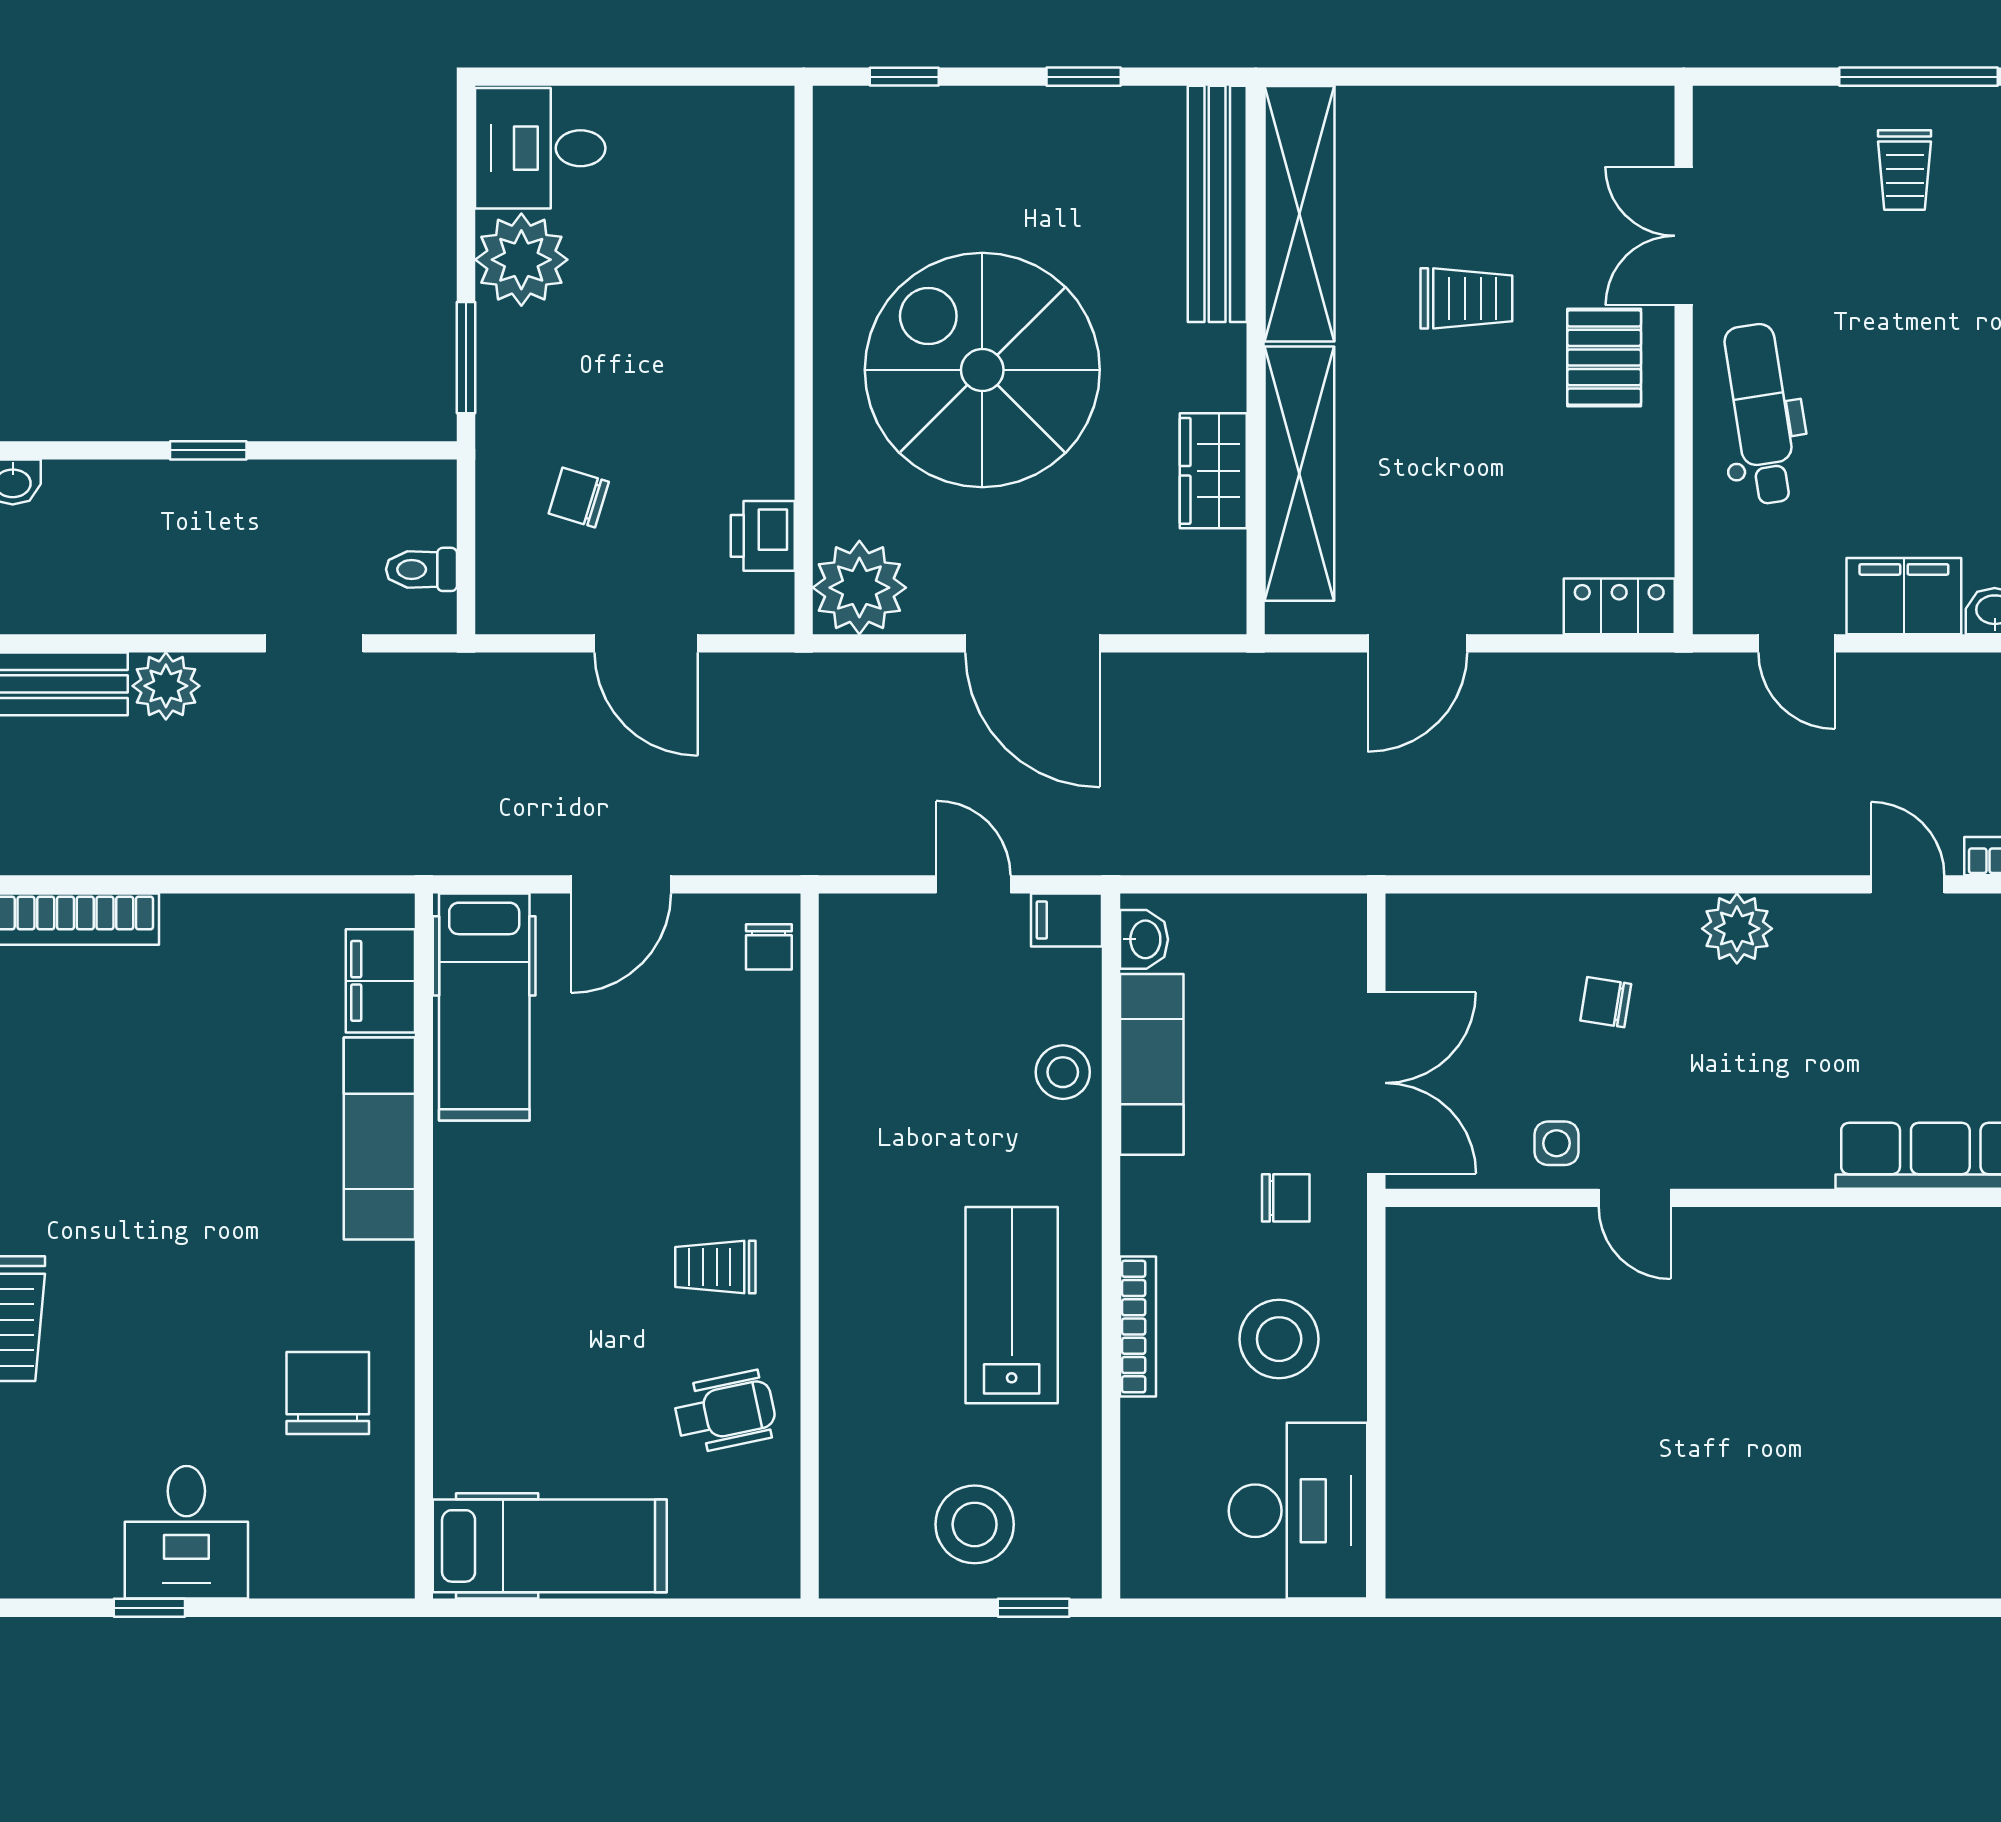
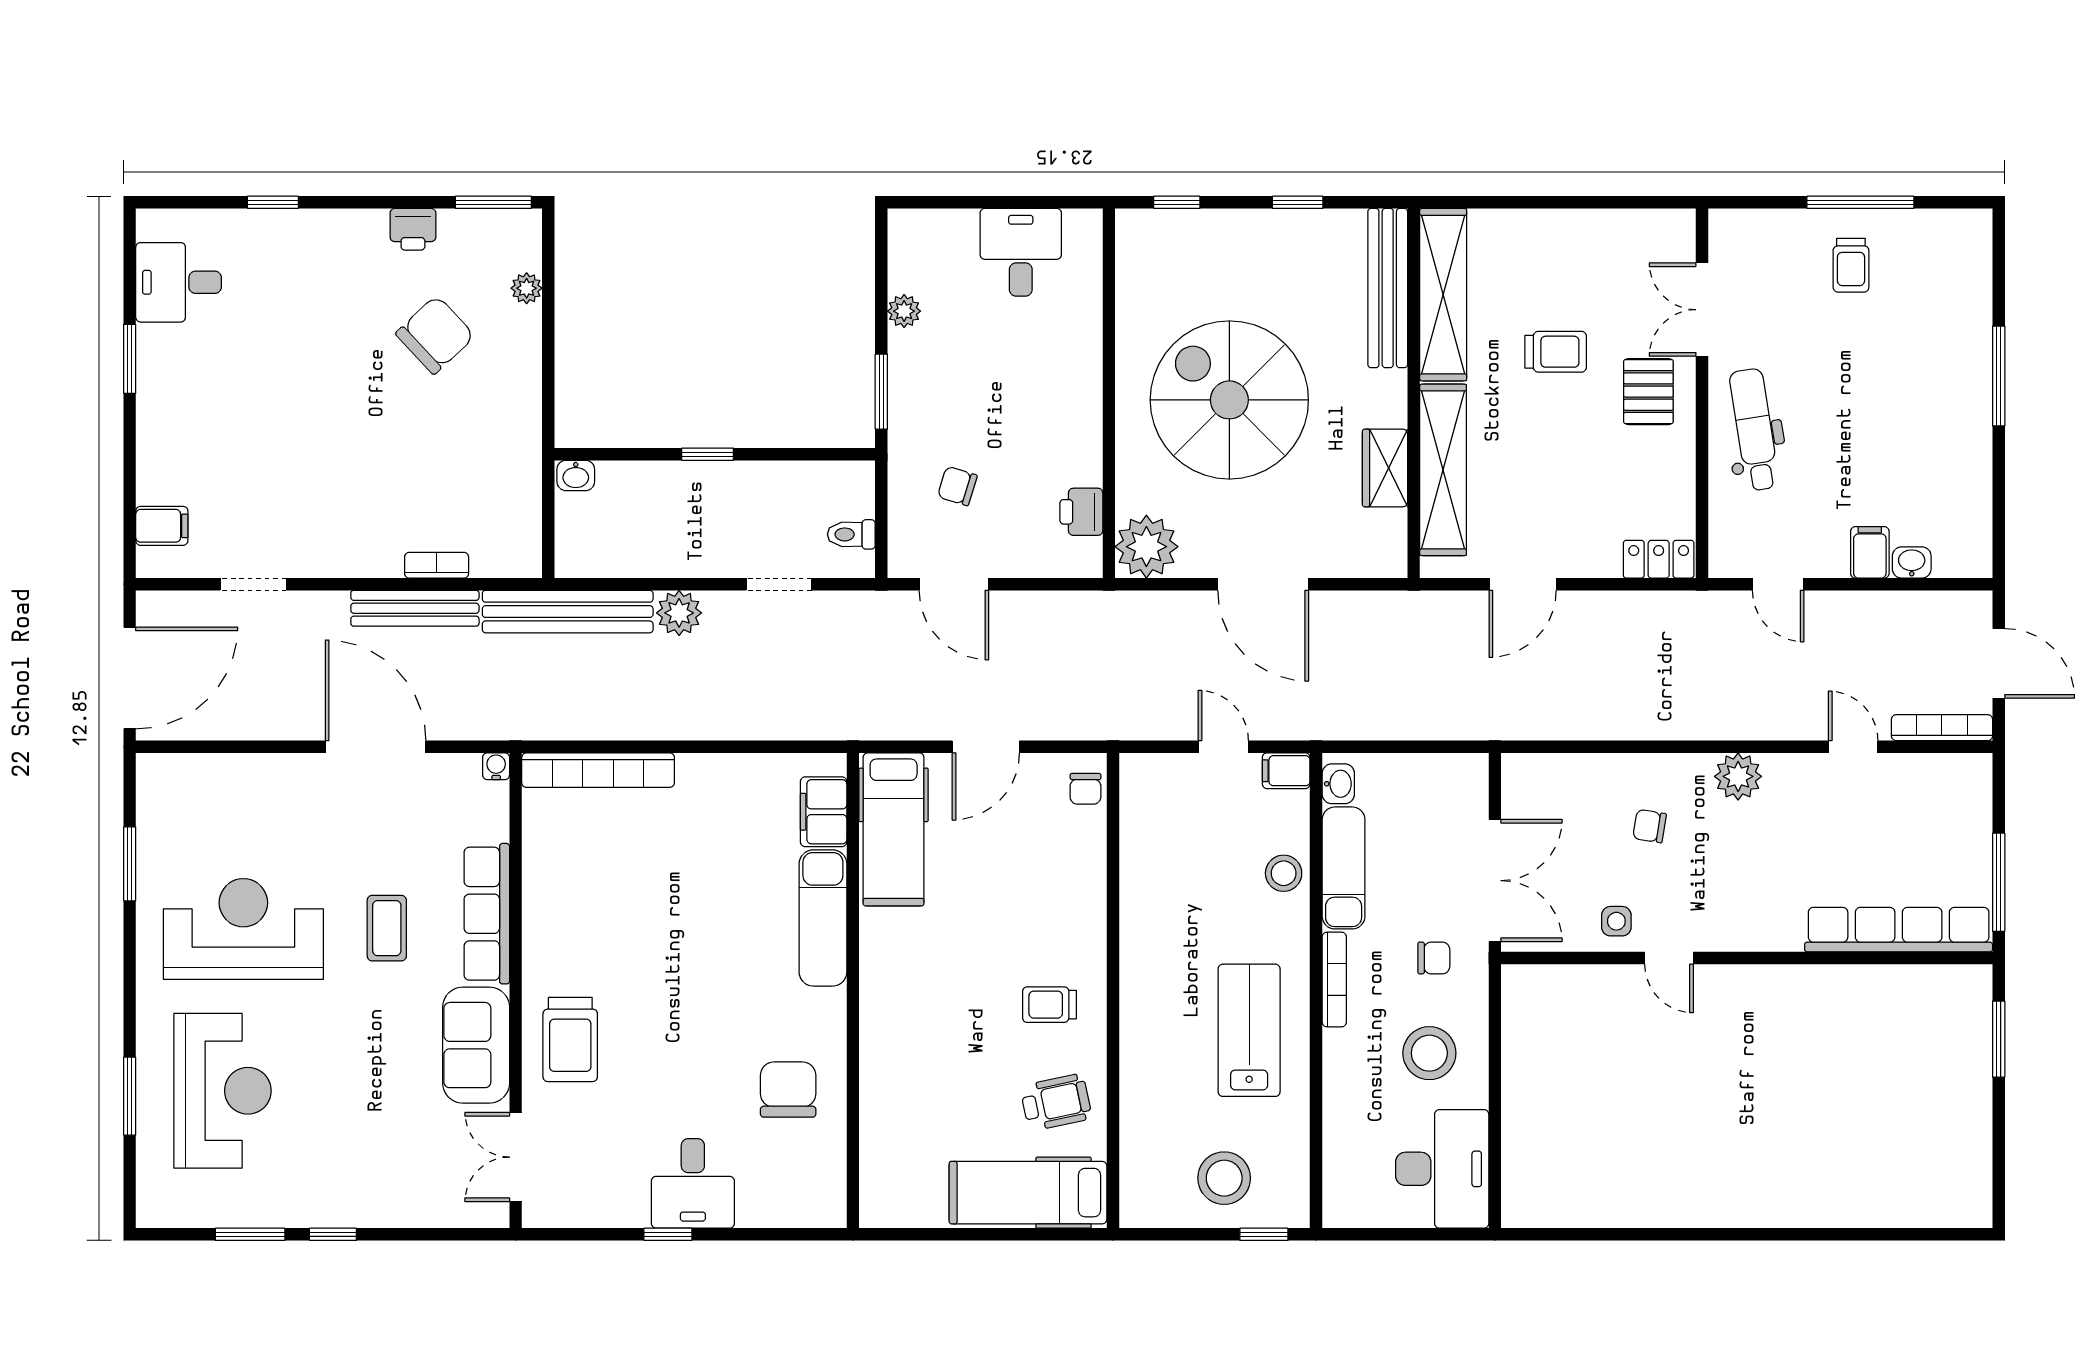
desk: (540, 148) -> (1021, 252), moved, turned 90
plant: (521, 260) -> (904, 311), width x0.53, depth x0.53
filing cabinet: (1904, 596) -> (1870, 552), width x0.50
door: (646, 643) -> (954, 584), moved
bookcase: (1138, 1327) -> (1334, 980), moved
hospital bed: (550, 1546) -> (1028, 1193), moved, turned 180

